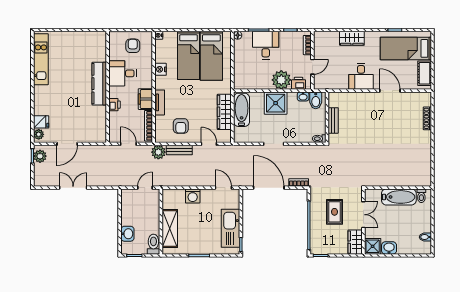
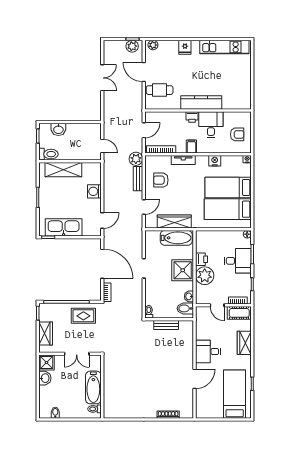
cot: (425, 73) -> (239, 313), moved
printer: (299, 83) -> (202, 259), moved
filing cabinet: (145, 99) -> (191, 146), width x0.50
printer: (114, 105) -> (192, 117), moved
fridge: (41, 122) -> (185, 47), moved
cafe table: (86, 127) -> (160, 90), added
door: (269, 188) -> (102, 264), hinge flipped
rug: (335, 212) -> (83, 316), moved
wardrobe: (355, 242) -> (46, 333), moved, turned 90

